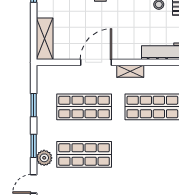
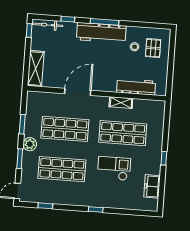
shelving: (130, 71) -> (121, 103), moved
checkout: (145, 149) -> (114, 168), added
plant: (44, 158) -> (30, 144), moved

